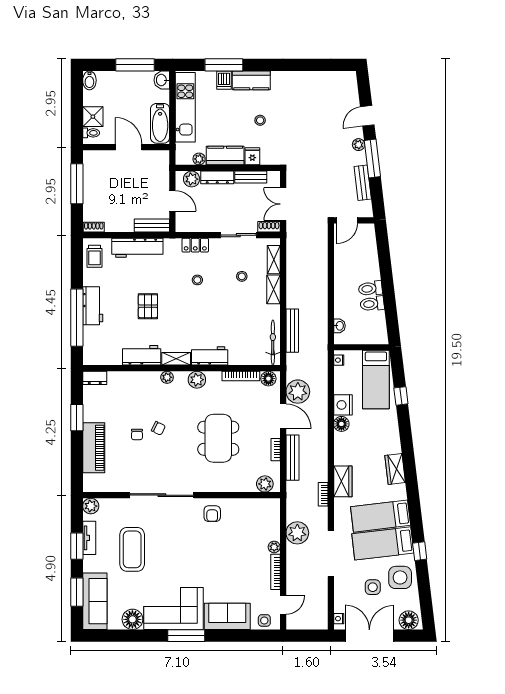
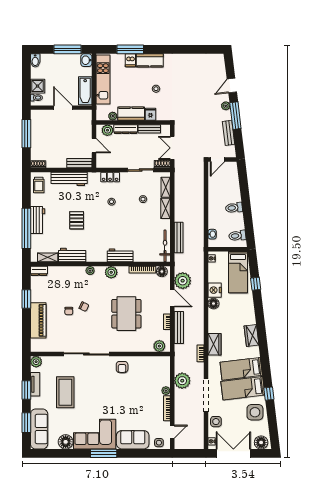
toilet: (372, 304) -> (237, 236), moved
shelving: (176, 359) -> (48, 257), moved
side table: (373, 587) -> (216, 422), moved

